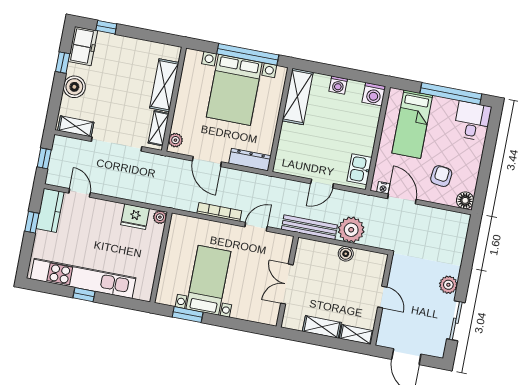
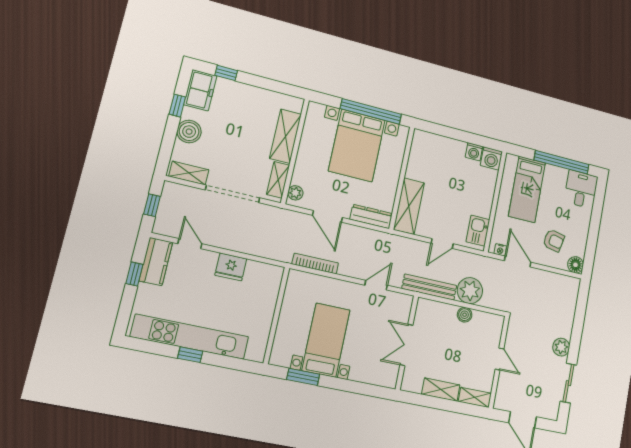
washing machine: (338, 85) -> (474, 152), moved
shelving: (298, 96) -> (409, 206), moved
armchair: (441, 176) -> (554, 241), turned 95
bookcase: (219, 212) -> (315, 264), moved
fridge: (135, 217) -> (231, 267), moved
plant: (160, 217) -> (277, 272), removed

